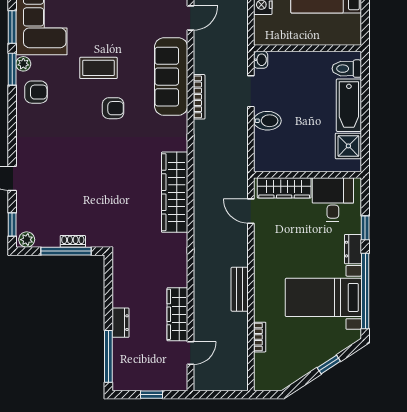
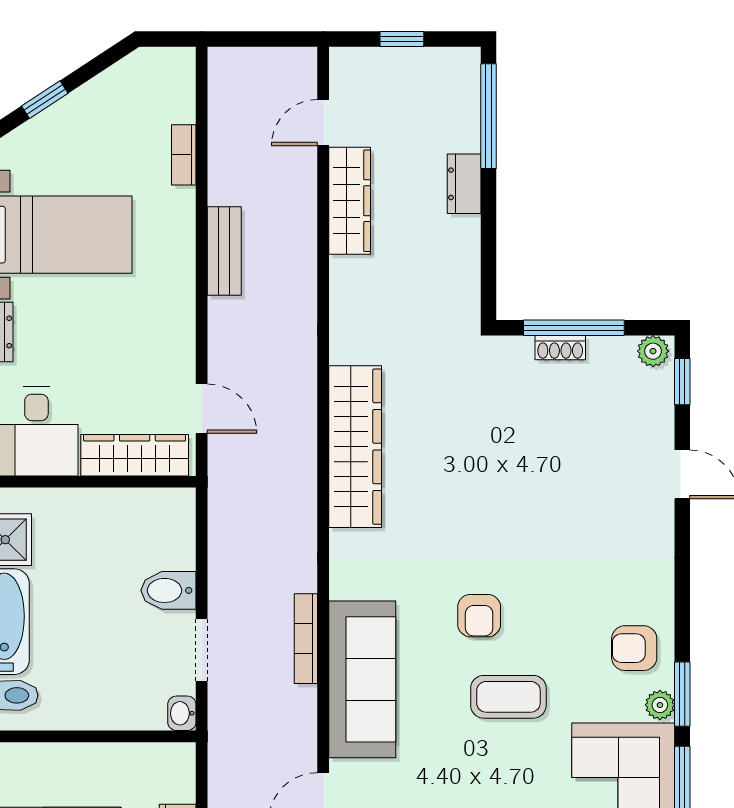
armchair: (113, 108) -> (479, 616), turned -90

